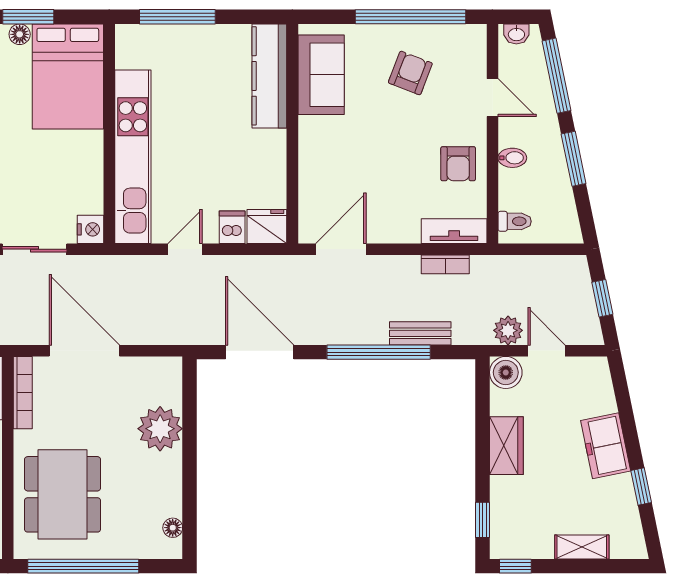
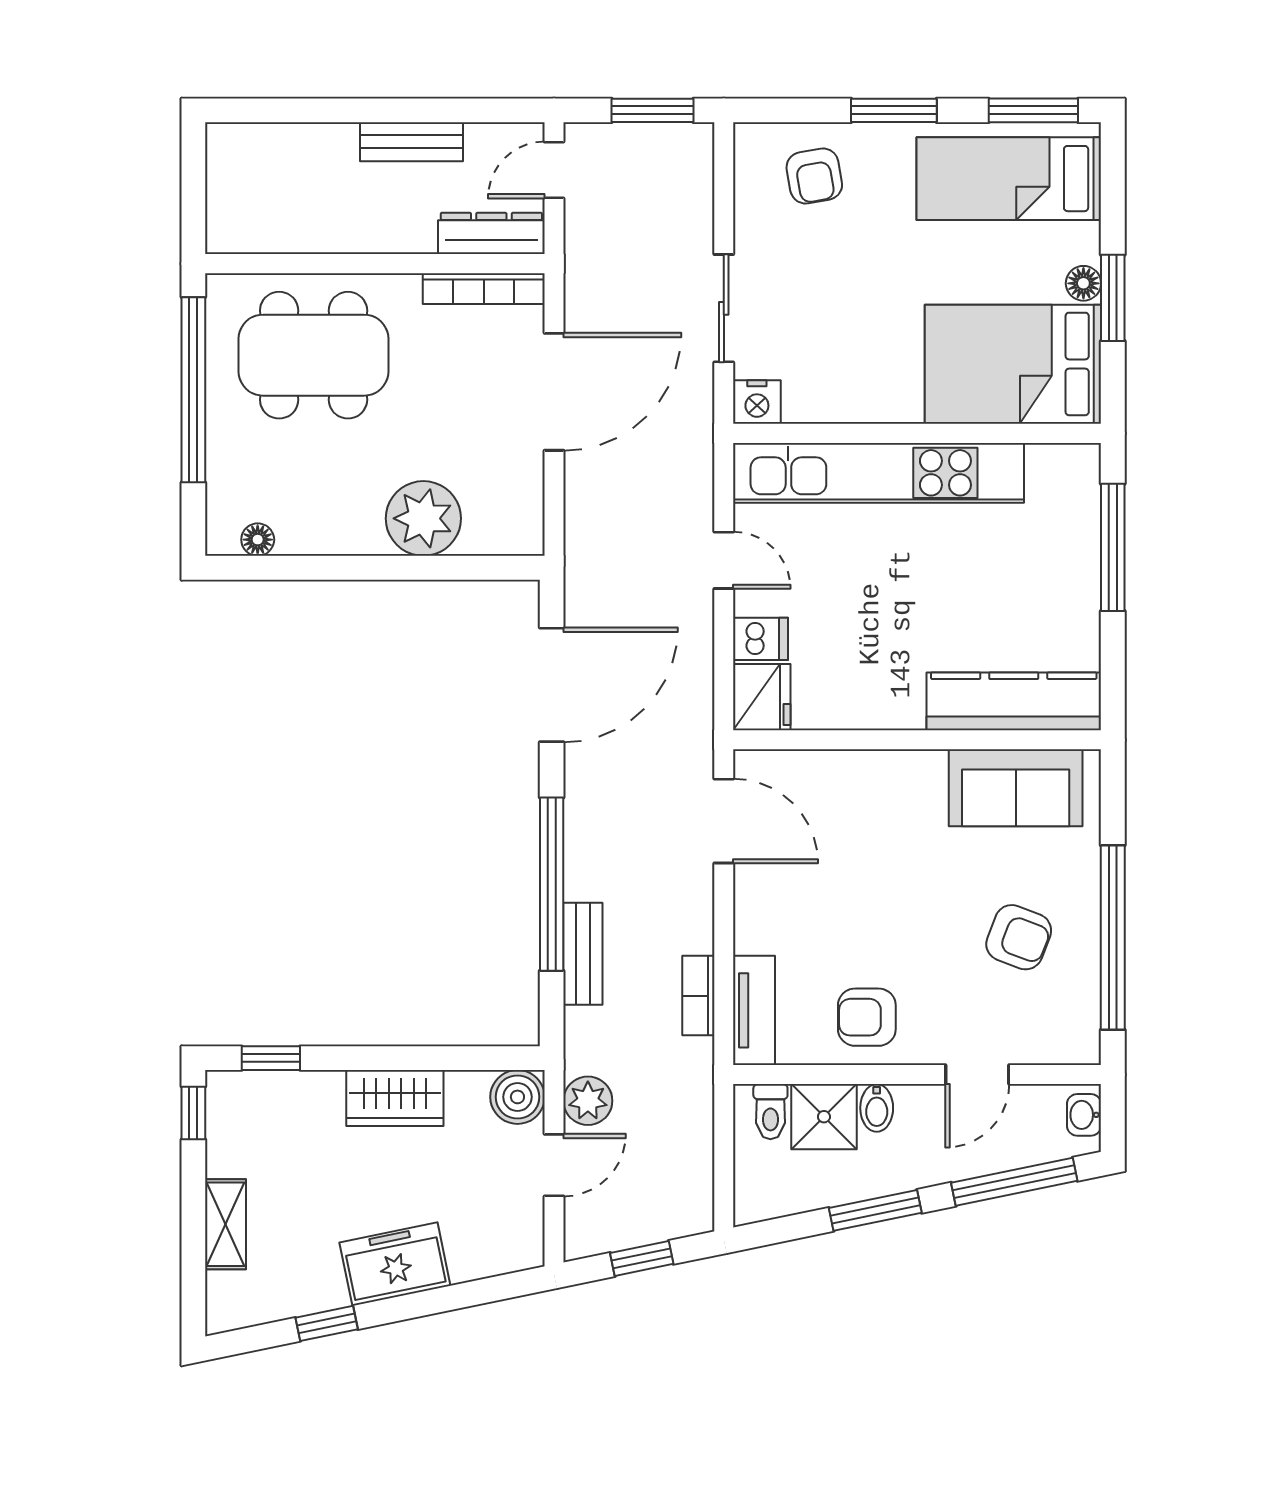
shower: (518, 189) -> (824, 1117), added

